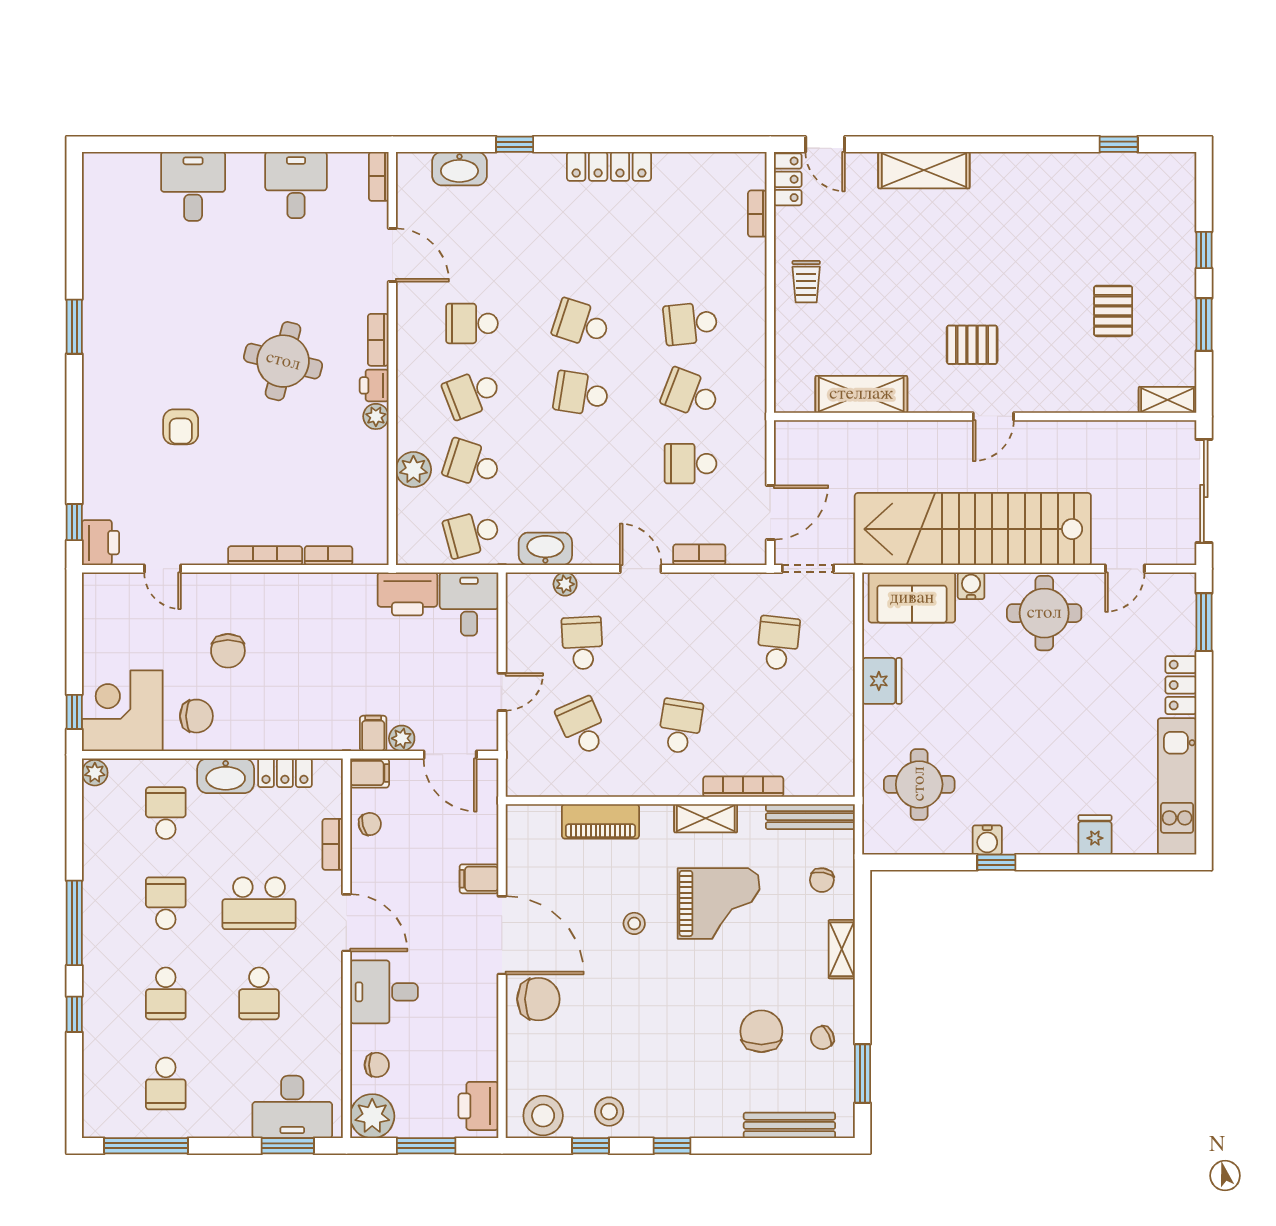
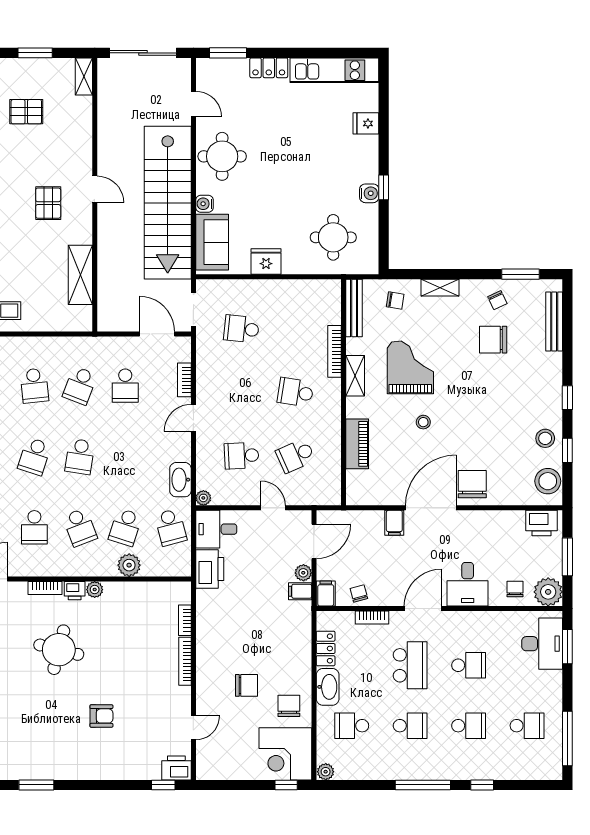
plant: (565, 584) -> (203, 498), moved
school desk: (166, 903) -> (410, 726), turned 180

